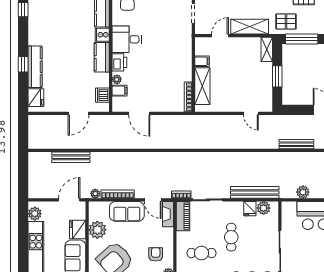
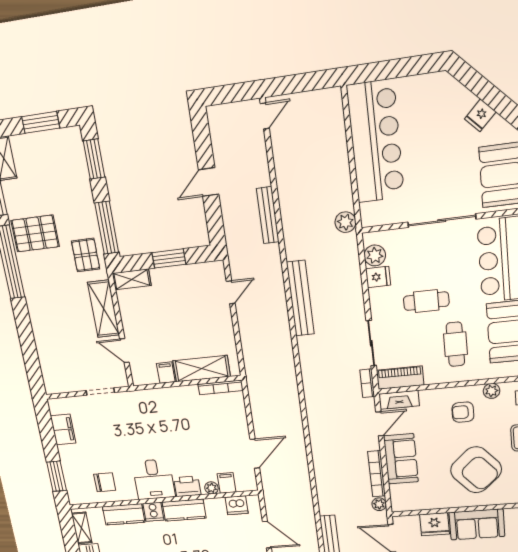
bench: (255, 192) -> (300, 298), moved
plant: (303, 192) -> (345, 222), moved
plant: (97, 230) -> (432, 497), removed

